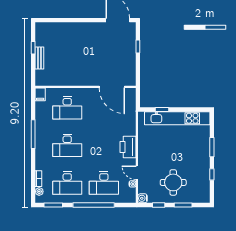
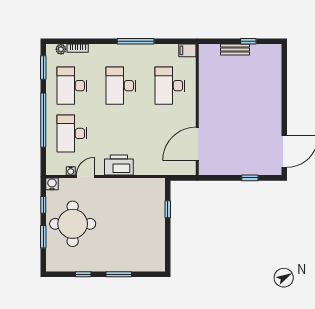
kitchen unit: (177, 118) -> (156, 229), removed
round table: (173, 182) -> (73, 224), width x1.36, depth x1.36

